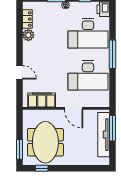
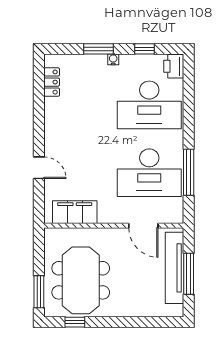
plant: (28, 35) -> (53, 108), removed
window: (112, 54) -> (189, 172), moved
door: (74, 108) -> (143, 226), moved
window: (112, 128) -> (189, 274), moved

